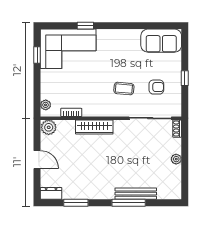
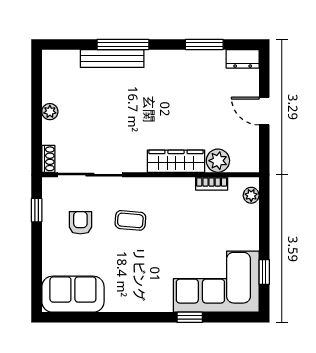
window: (185, 78) -> (37, 210), moved
armchair: (156, 87) -> (80, 223), turned 90
plant: (49, 127) -> (218, 161), moved

